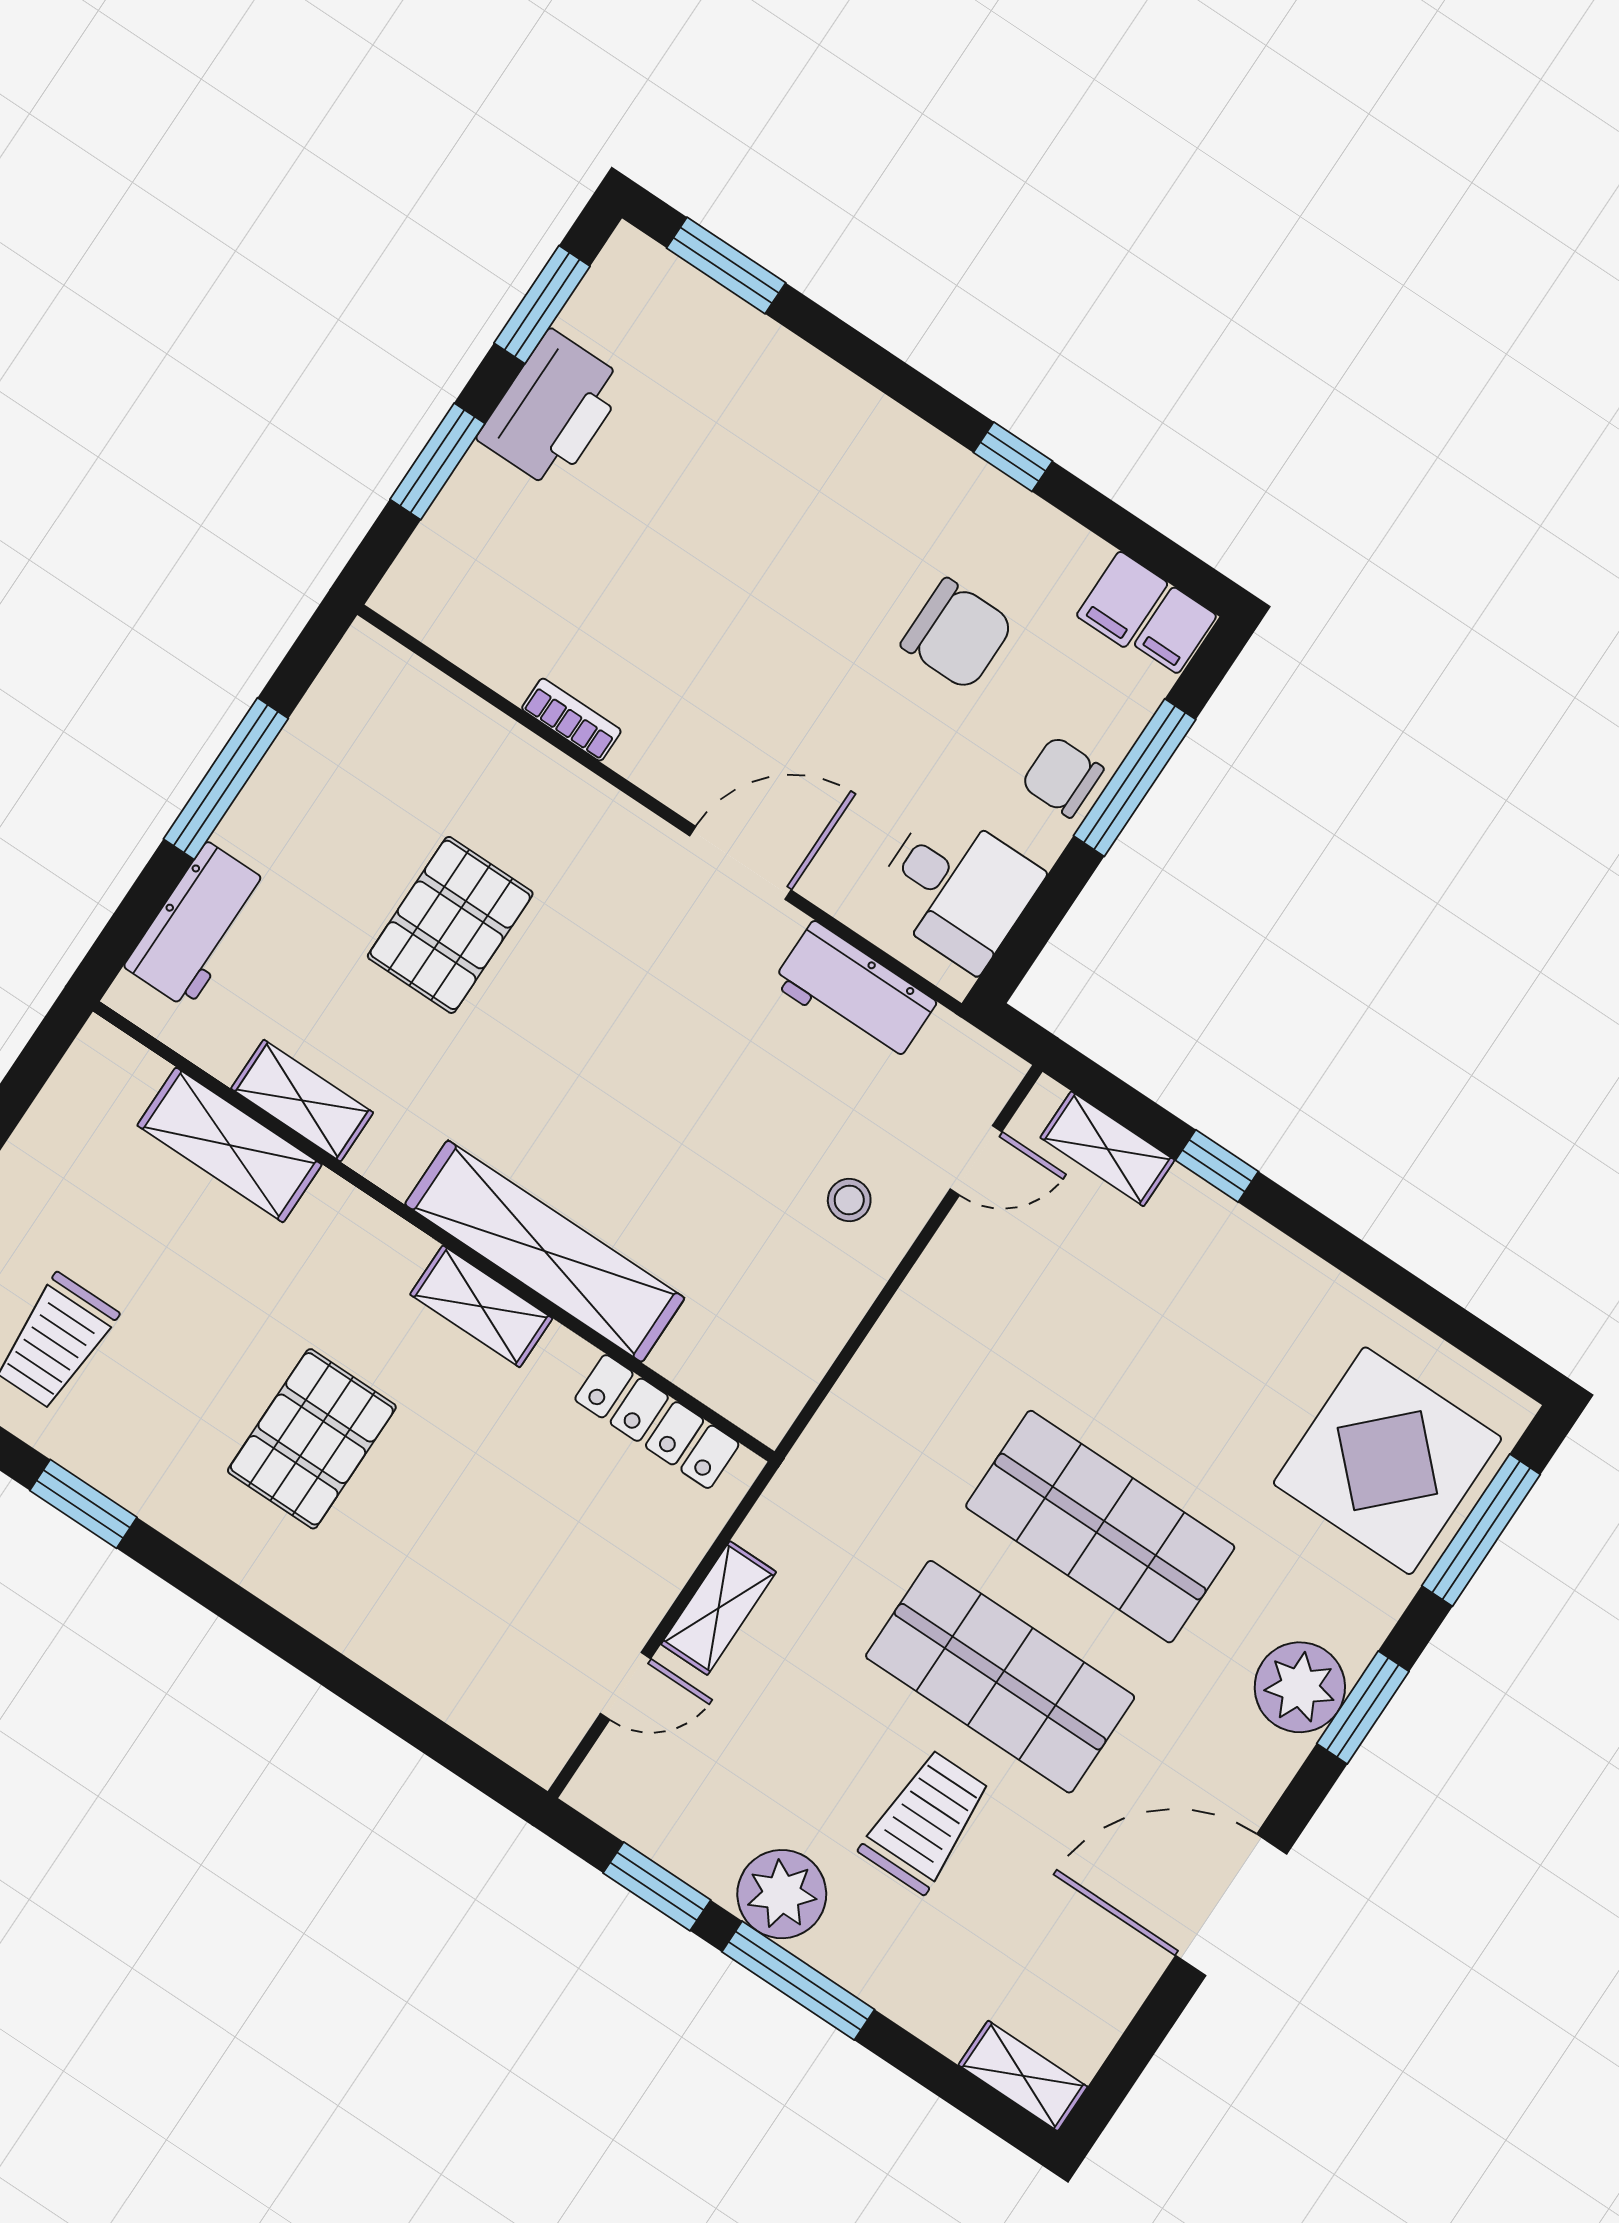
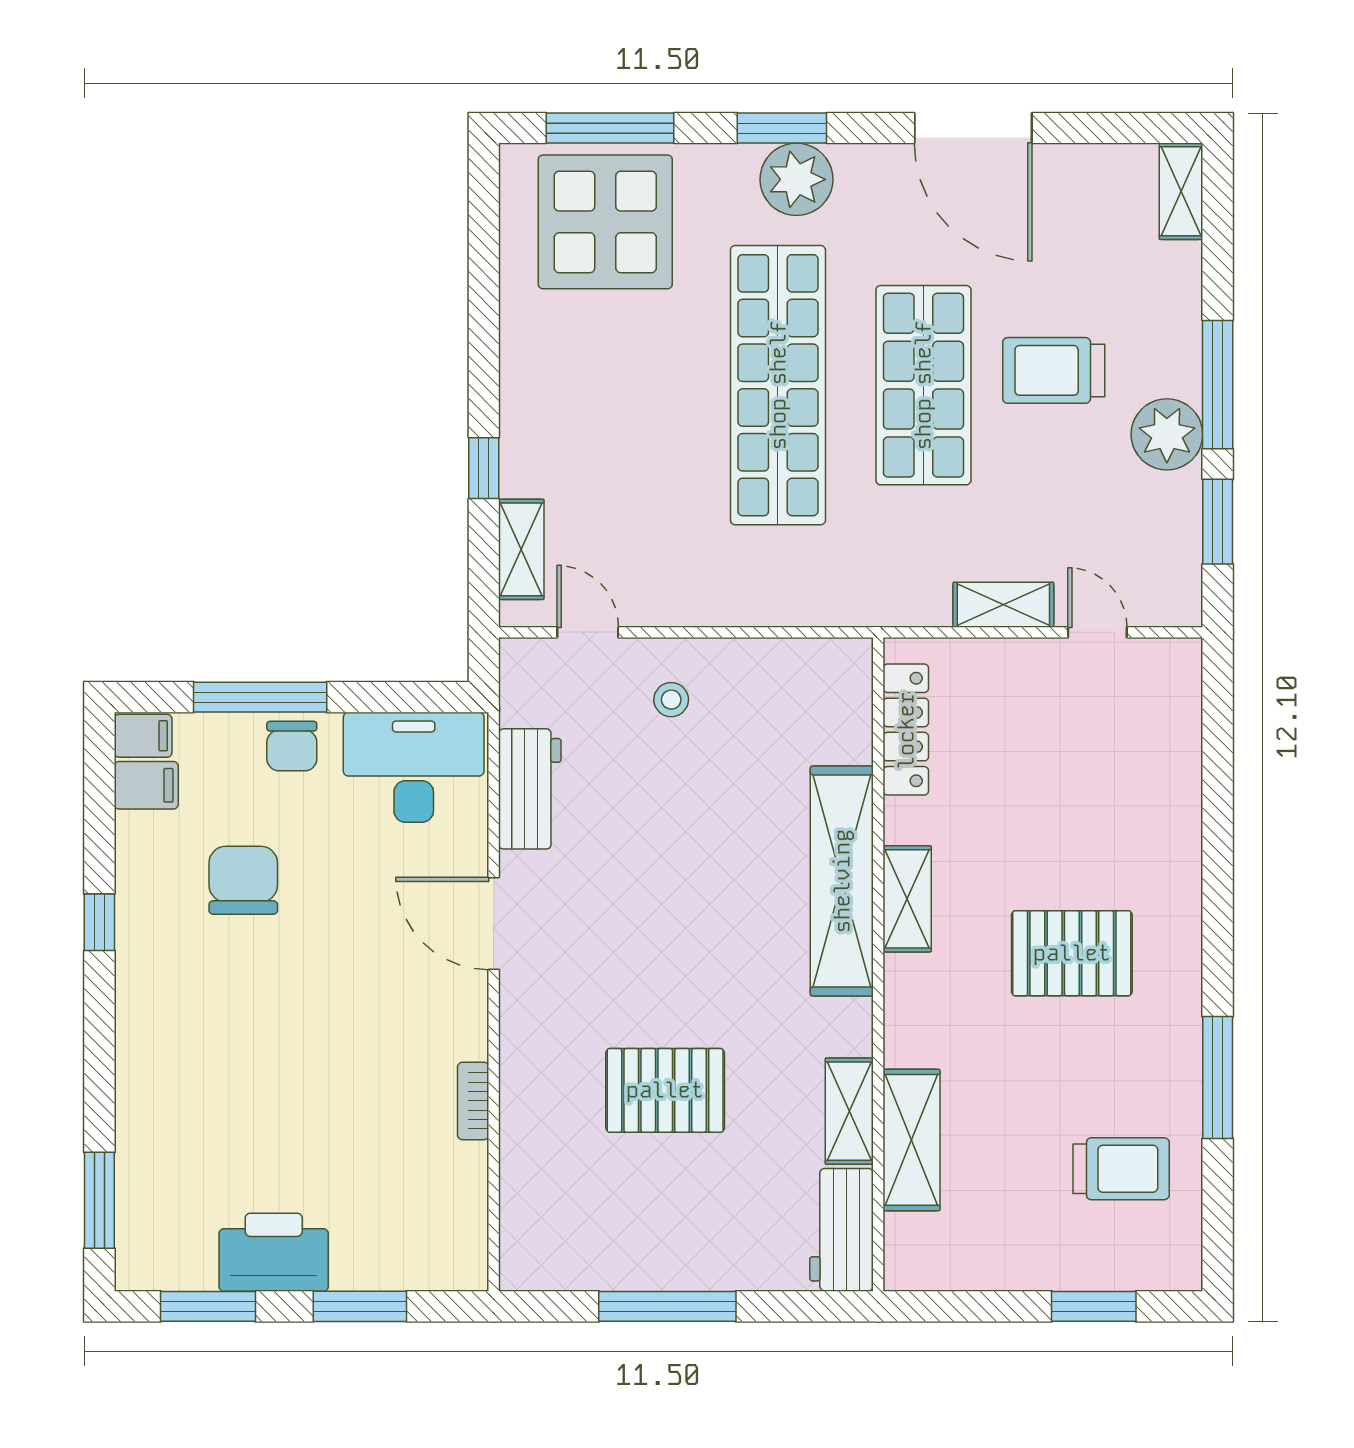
desk: (957, 888) -> (414, 767), width x1.37
workbench: (198, 925) -> (841, 1230), moved, turned -90
window: (83, 1504) -> (1218, 1077), width x1.44
shop shelf: (1100, 1527) -> (778, 385), width x1.40

